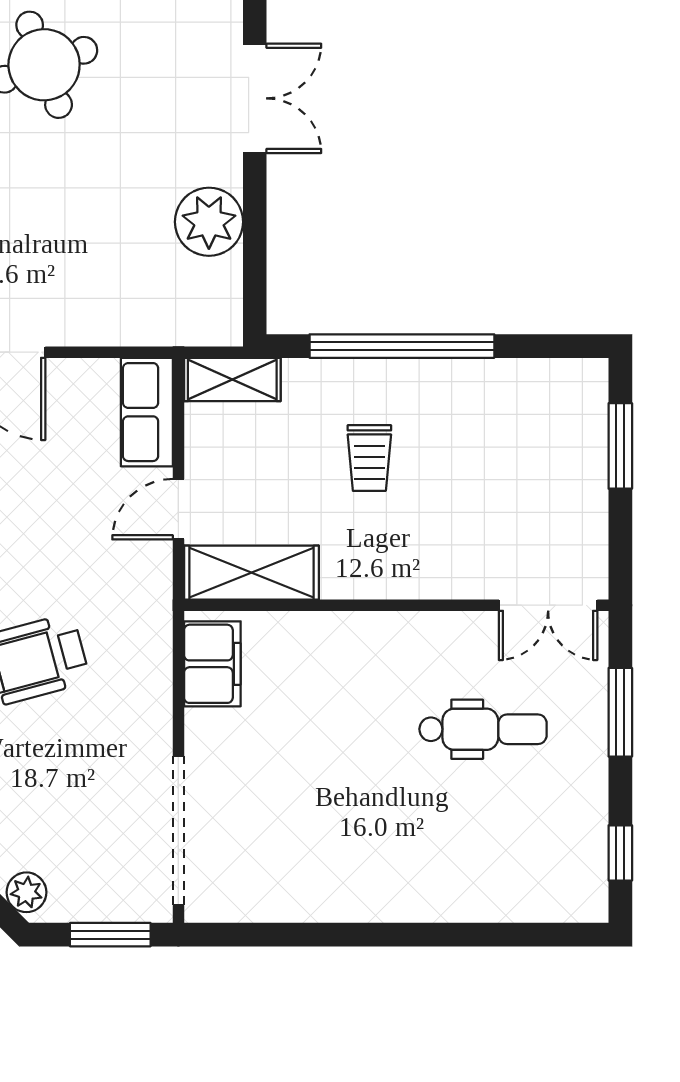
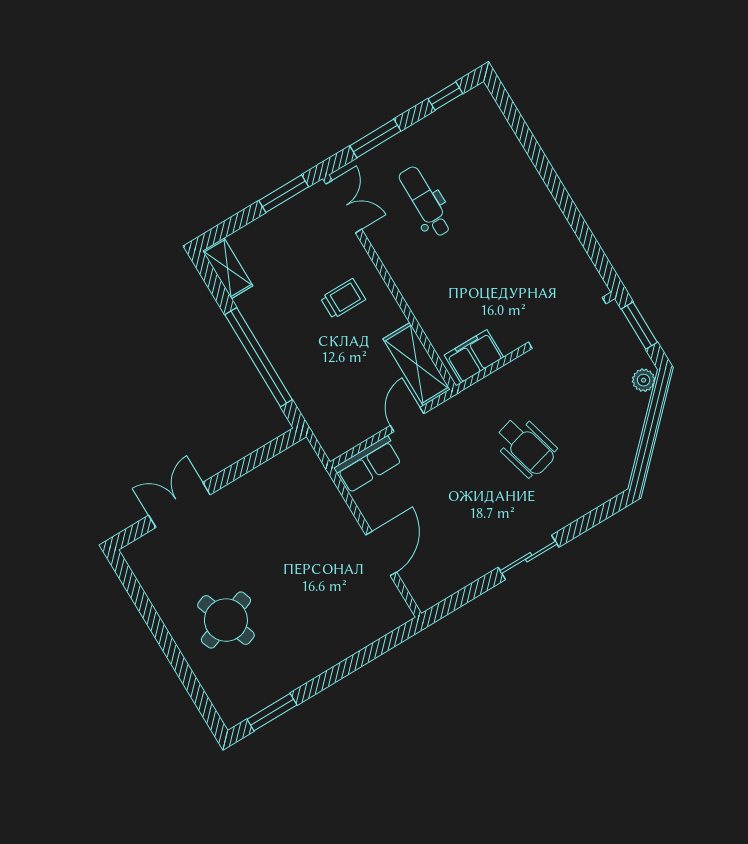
plant: (209, 222) -> (255, 491), removed
shelving: (232, 380) -> (228, 268), moved
window: (620, 446) -> (284, 194), moved
trolley: (369, 458) -> (343, 299), moved
door: (178, 509) -> (407, 420), swing flipped

